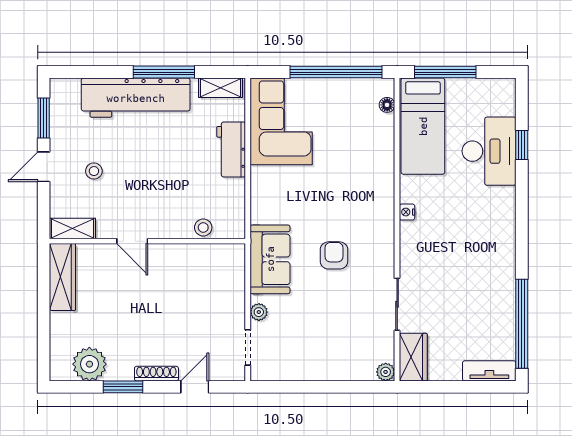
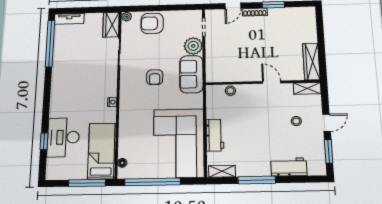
workbench: (136, 98) -> (289, 167), width x0.53, depth x0.76
corner sofa: (281, 121) -> (179, 143), width x1.36, depth x1.36
plant: (259, 312) -> (193, 46), width x1.87, depth x1.87
armchair: (340, 357) -> (152, 23), added
plant: (89, 364) -> (293, 16), removed

